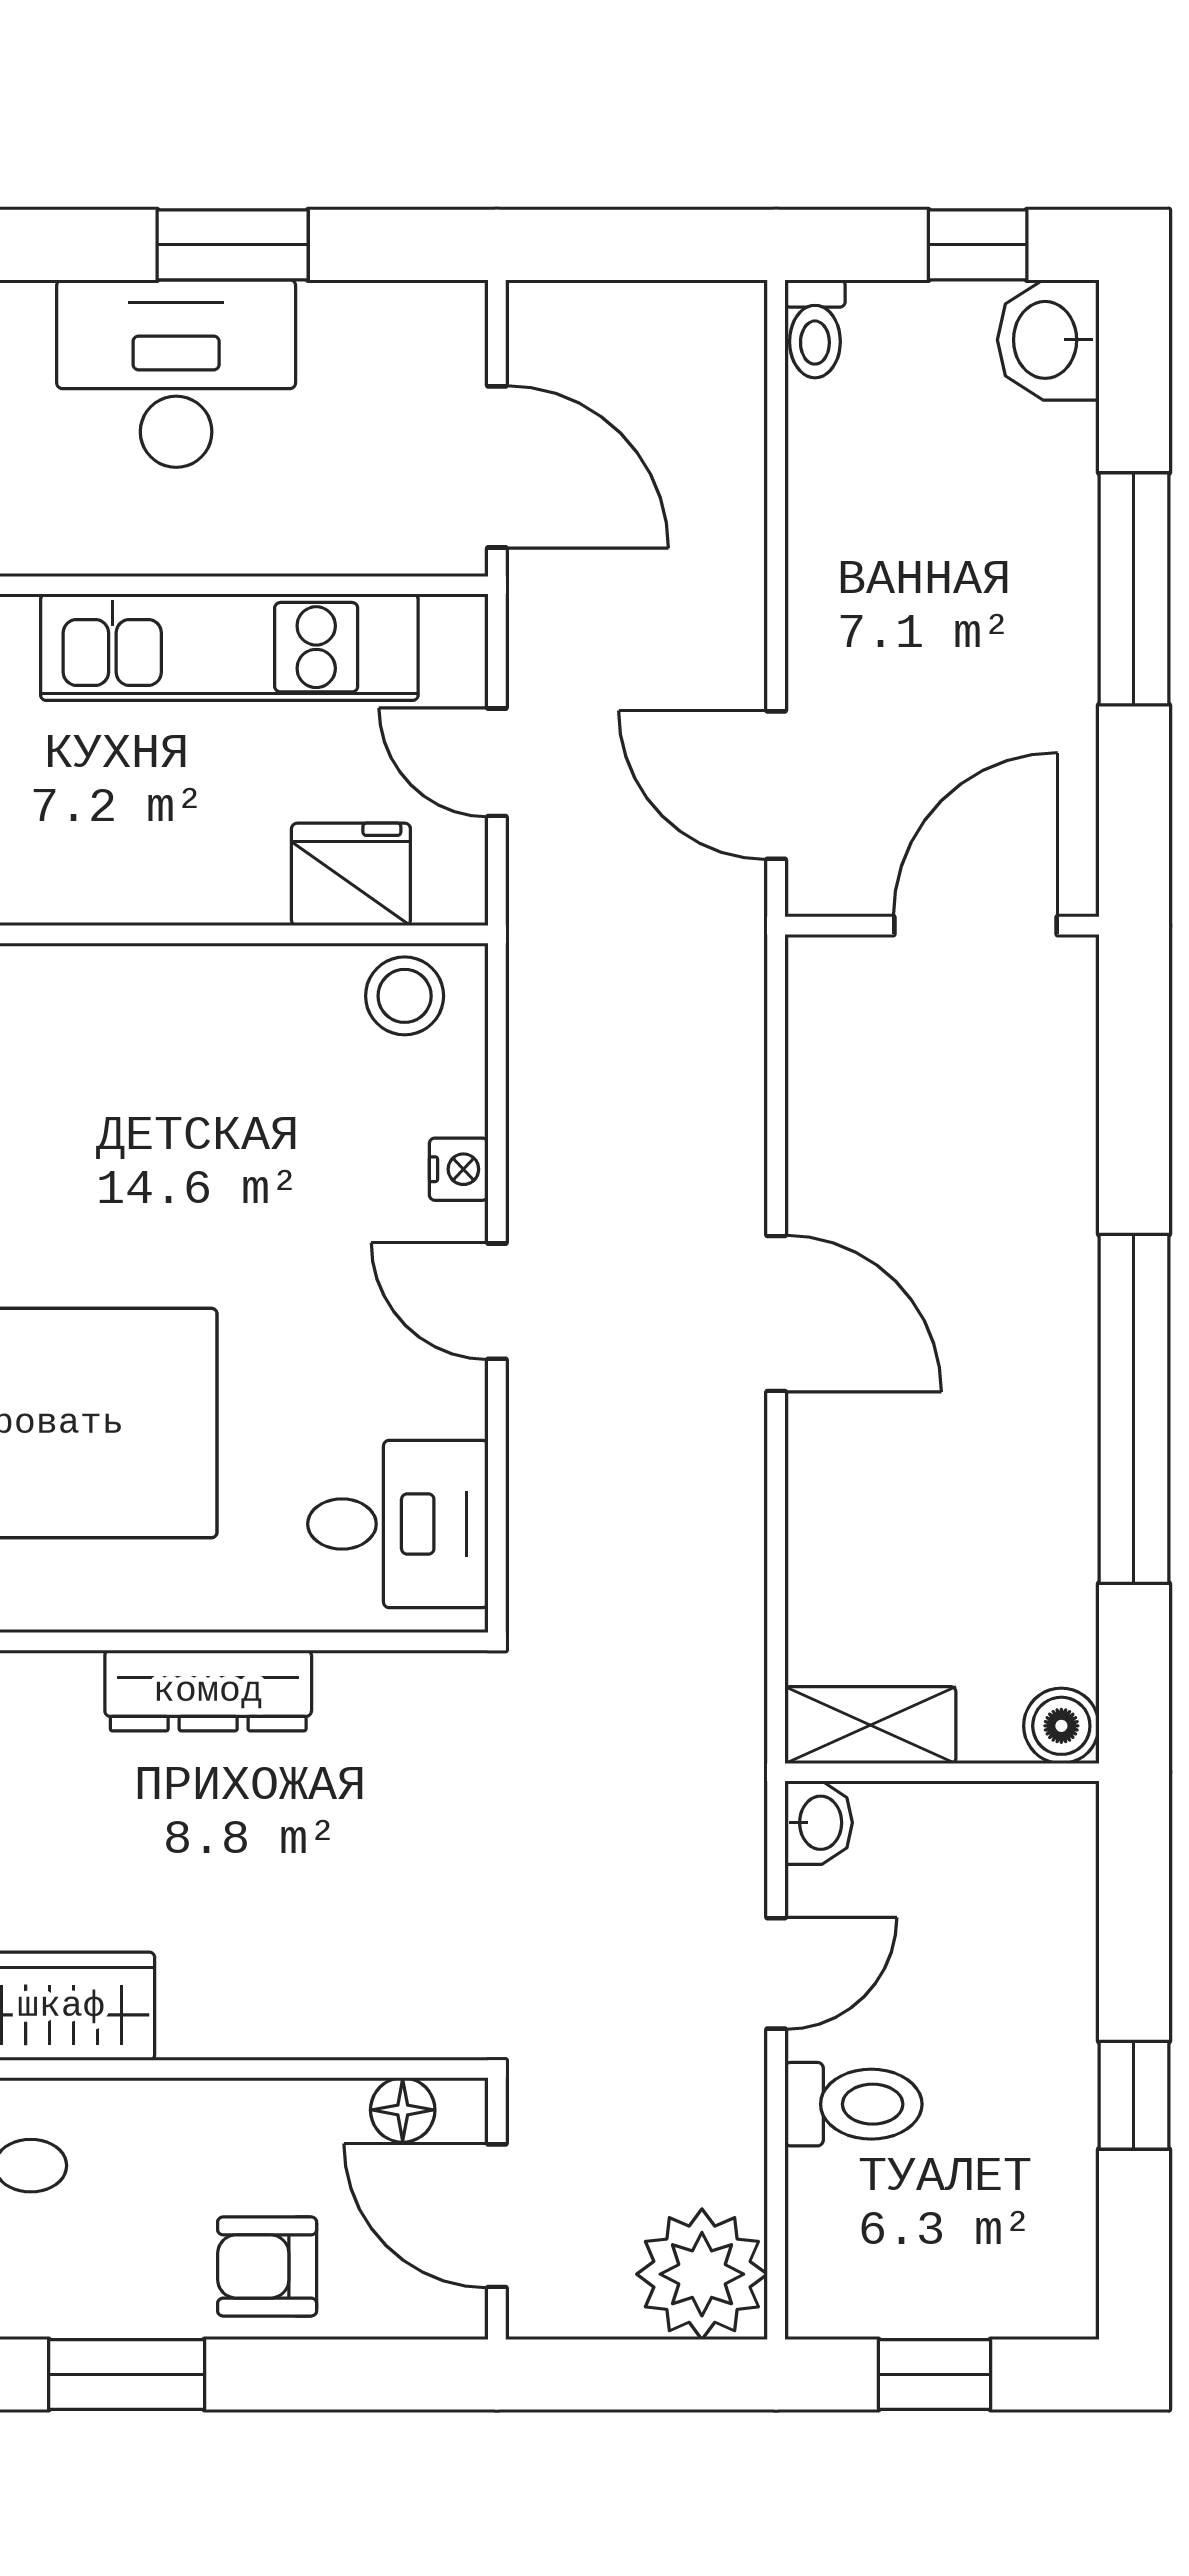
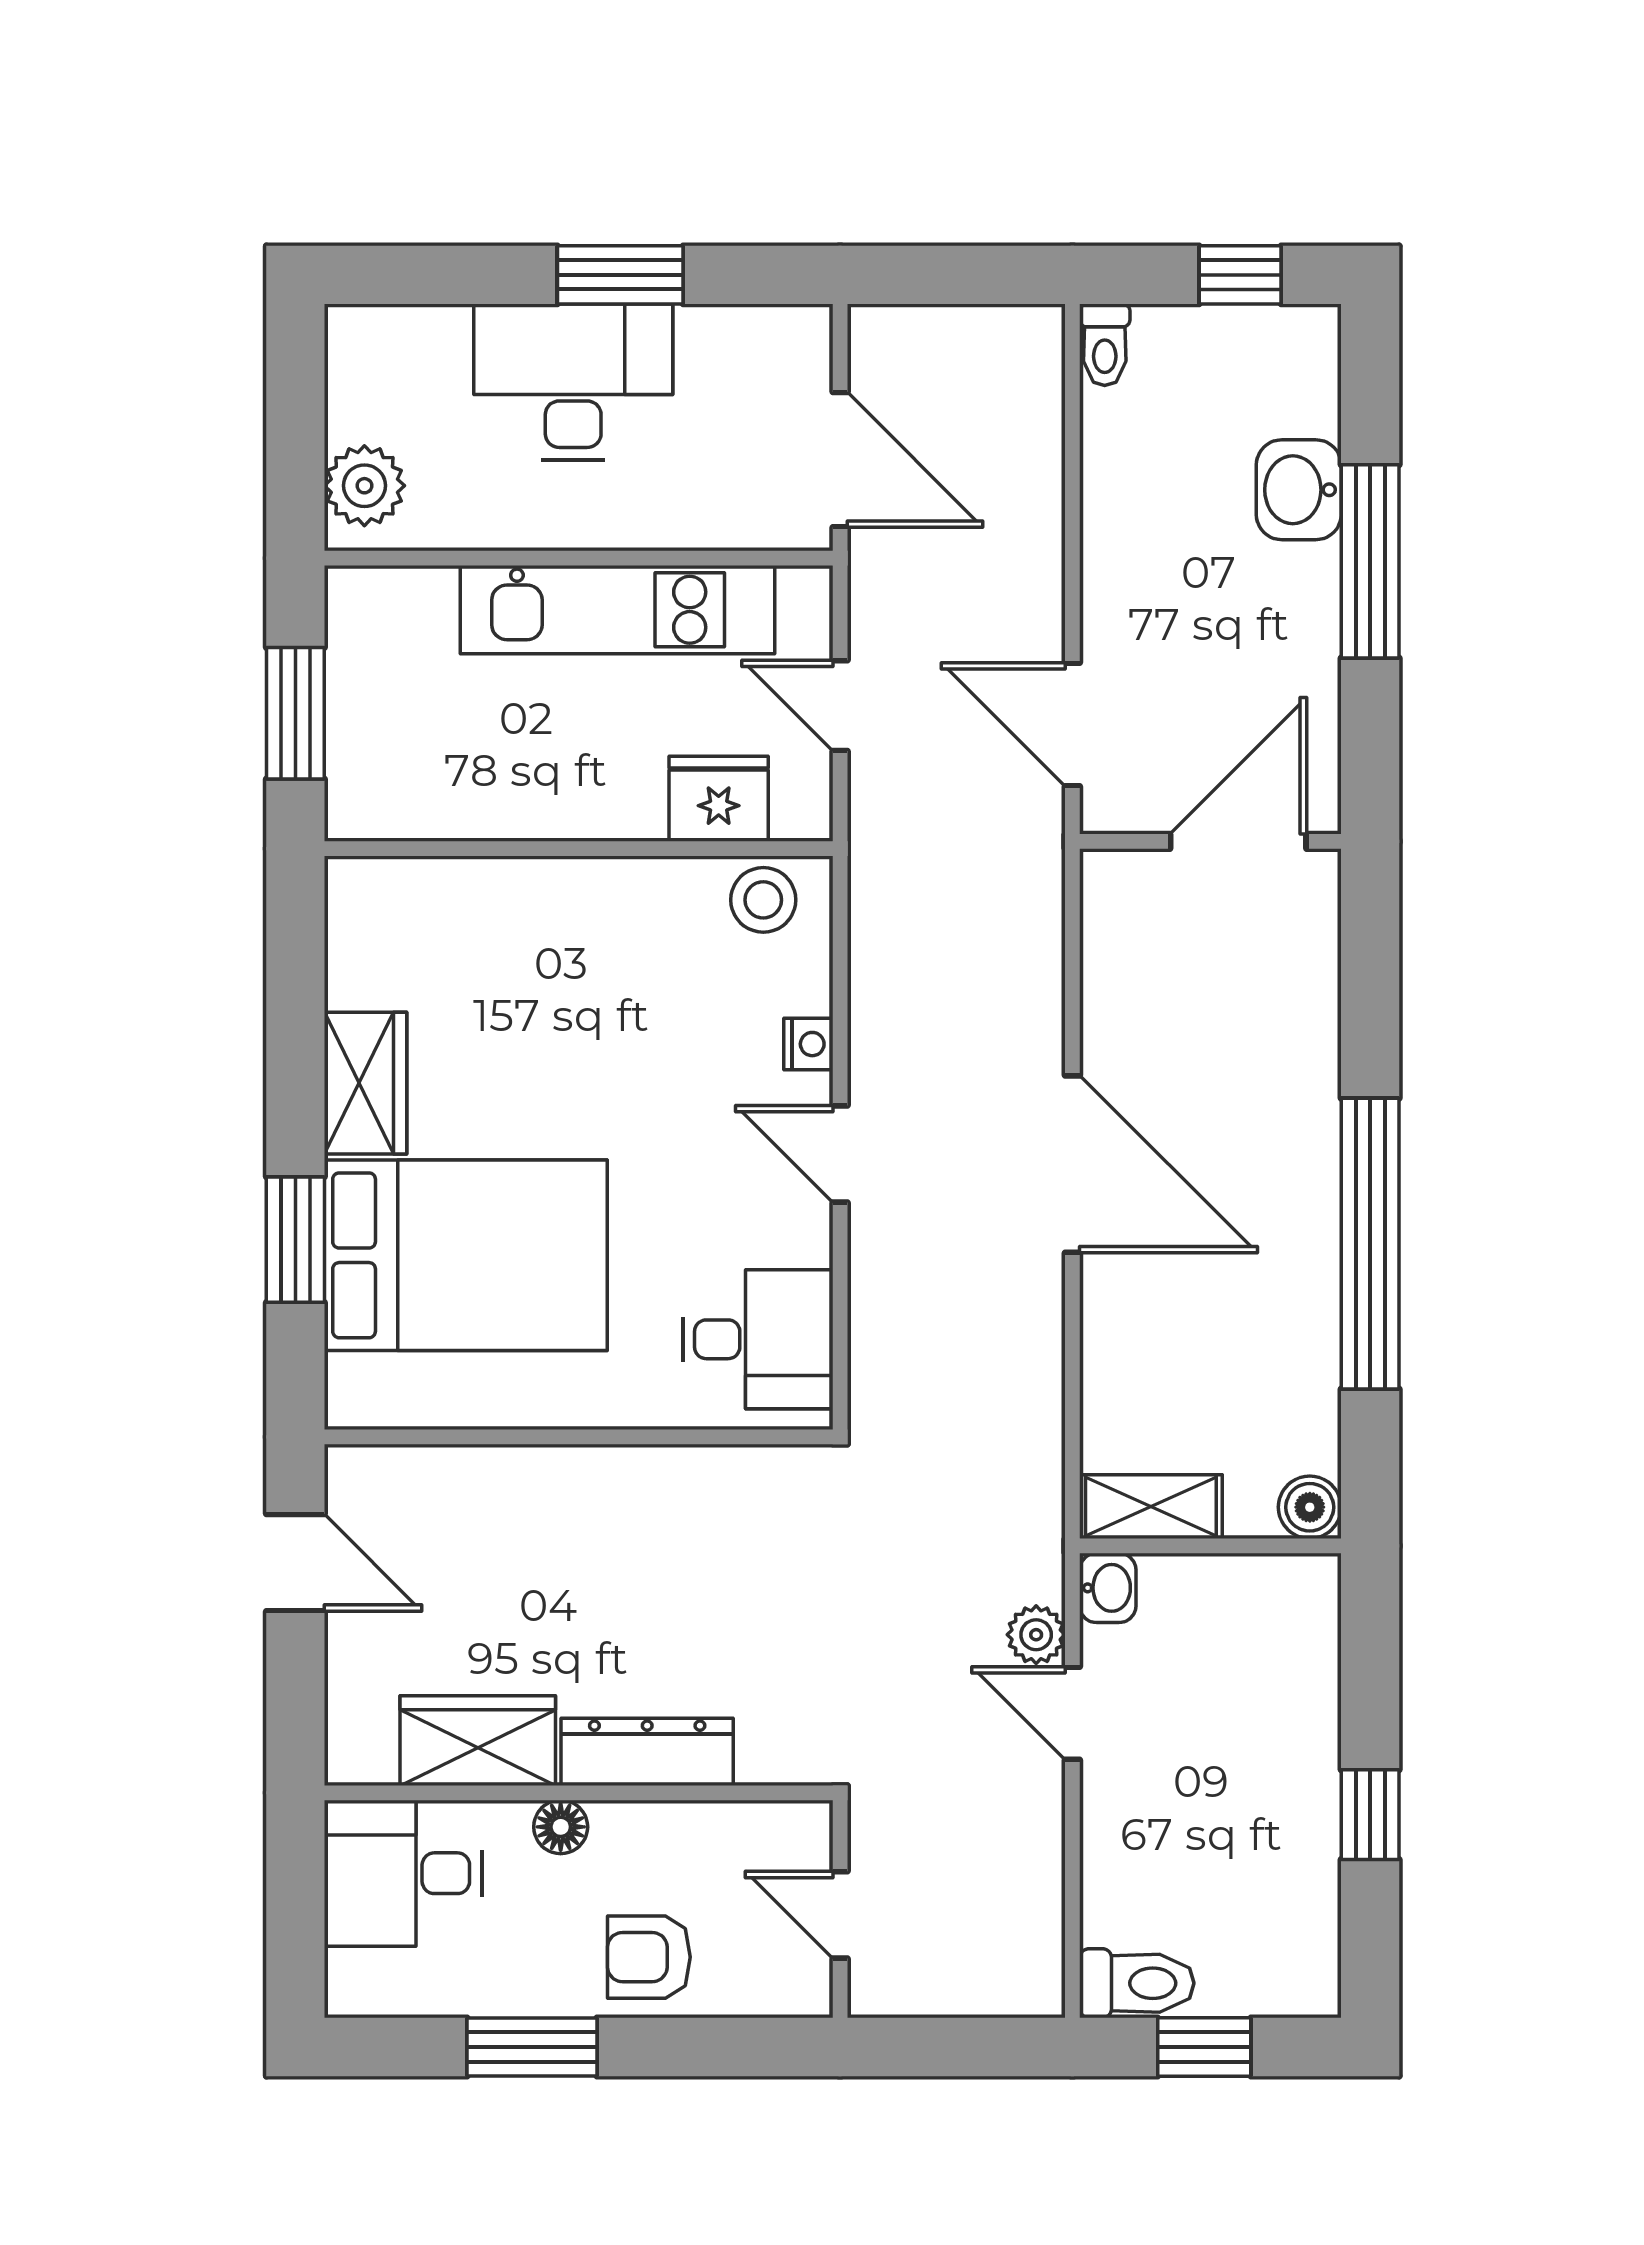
washbasin: (1048, 340) -> (1299, 490), moved
door: (776, 1314) -> (1072, 1164), width x1.36
dresser: (208, 1691) -> (647, 1752), moved, turned 180
door: (776, 1973) -> (1072, 1713), swing flipped
toilet: (853, 2104) -> (1137, 1983), moved
floor lamp: (403, 2110) -> (561, 1827), moved
door: (497, 2216) -> (840, 1915), width x0.73
plant: (702, 2274) -> (1036, 1635), moved, width x0.53, depth x0.53

